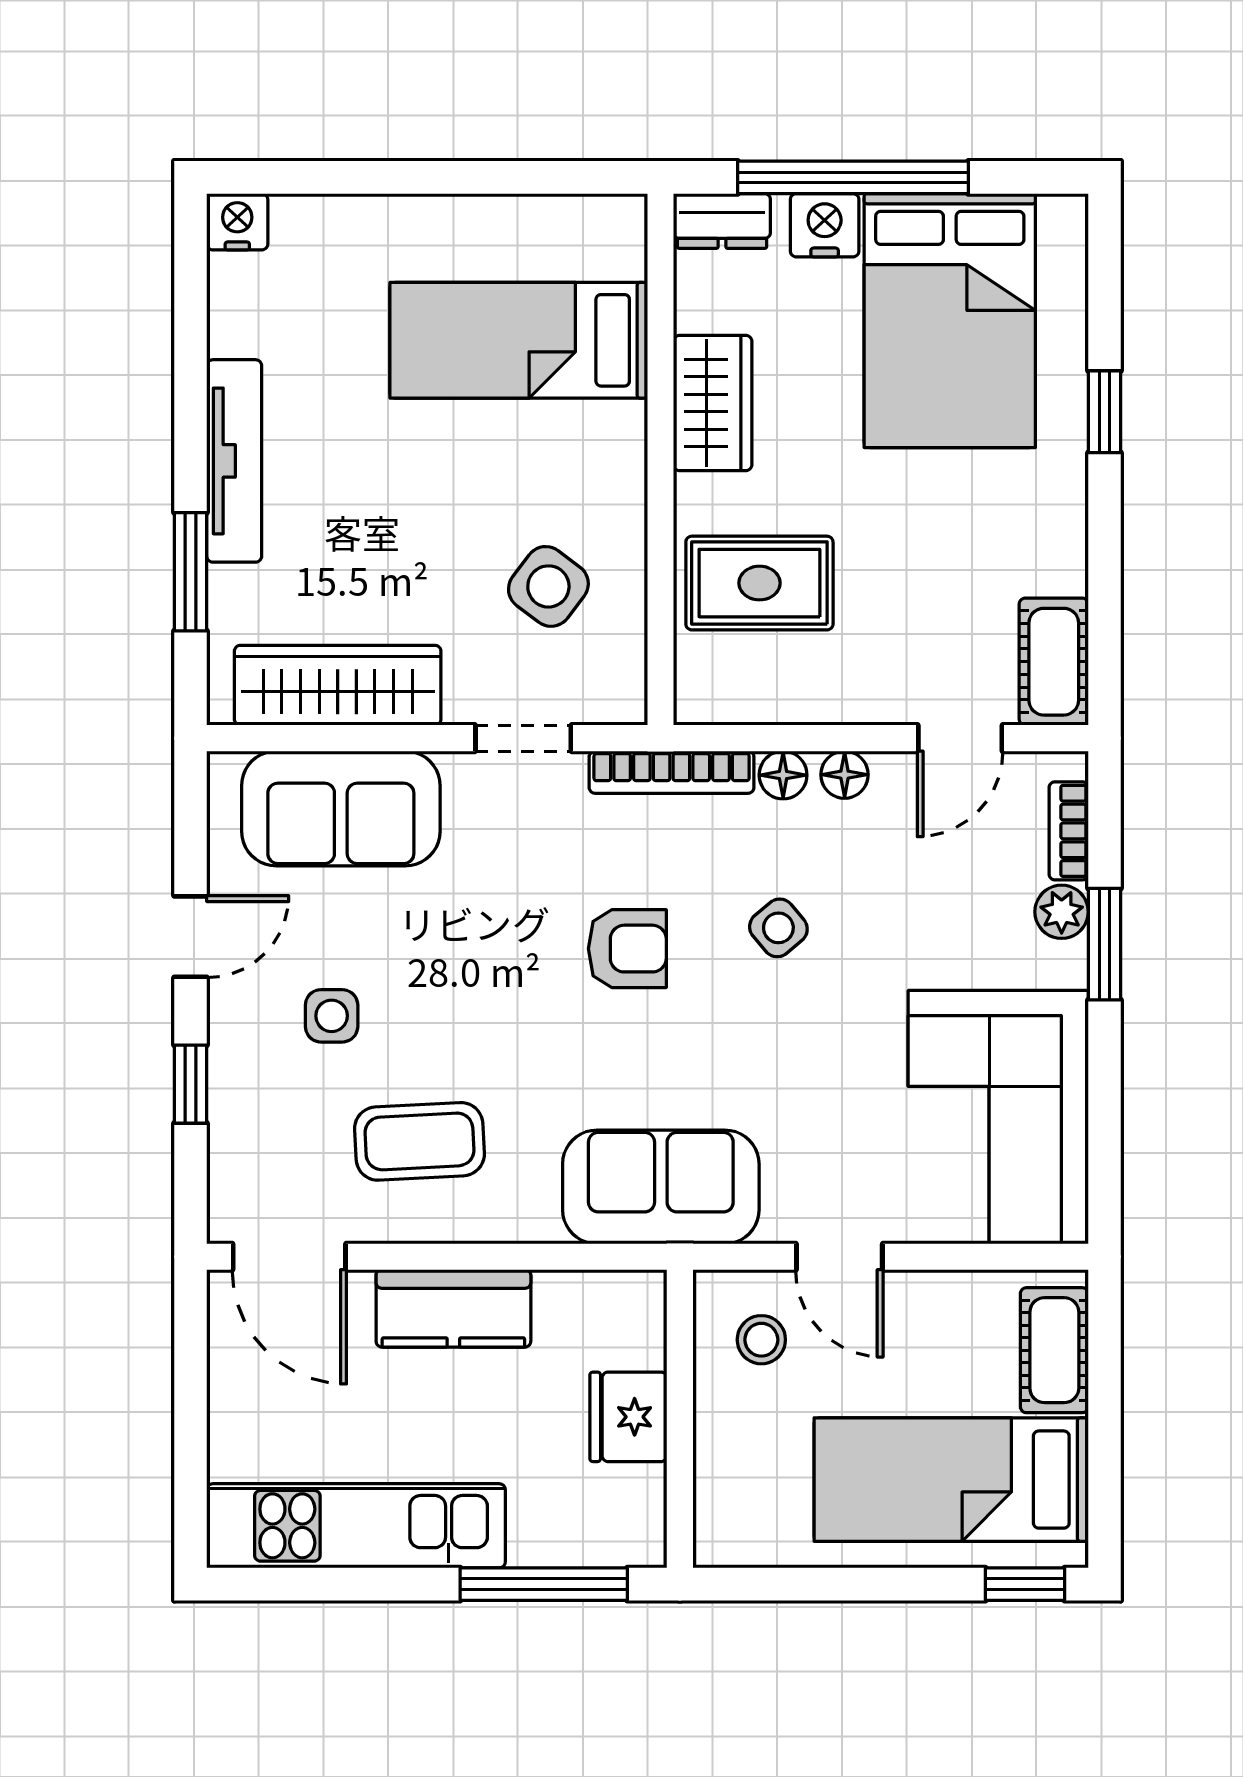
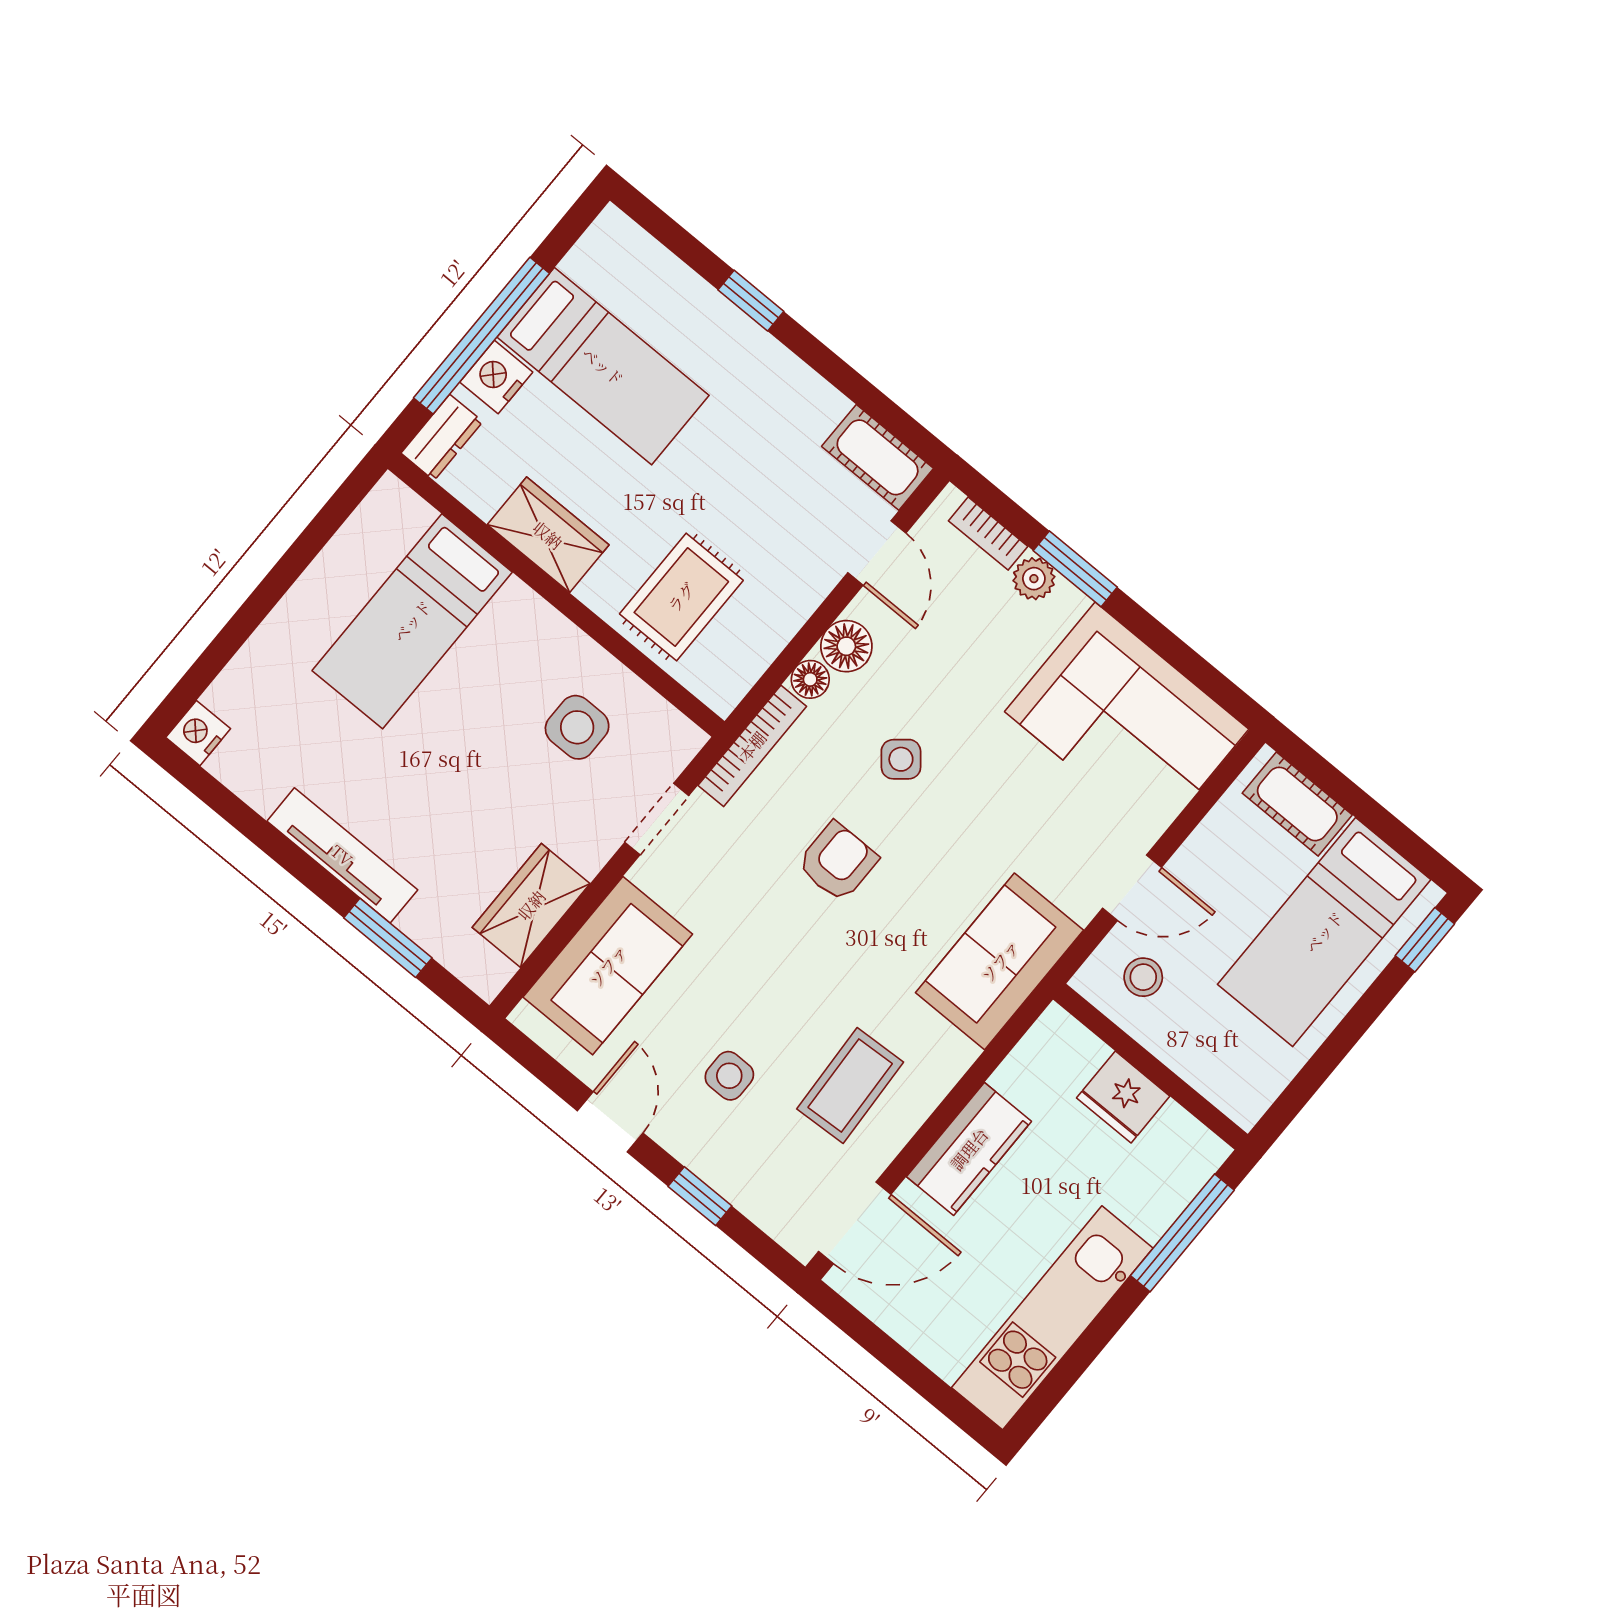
bed: (950, 321) -> (603, 366), width x0.67
side table: (548, 586) -> (577, 727), turned -37
wardrobe: (338, 685) -> (531, 905), width x0.67
floor lamp: (845, 775) -> (846, 646), width x1.37, depth x1.37

